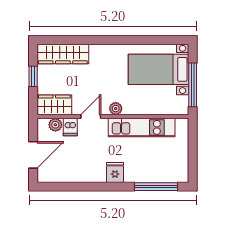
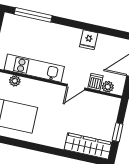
wardrobe: (54, 105) -> (105, 104), removed
plant: (116, 109) -> (15, 81), moved
fridge: (115, 172) -> (89, 40), moved

